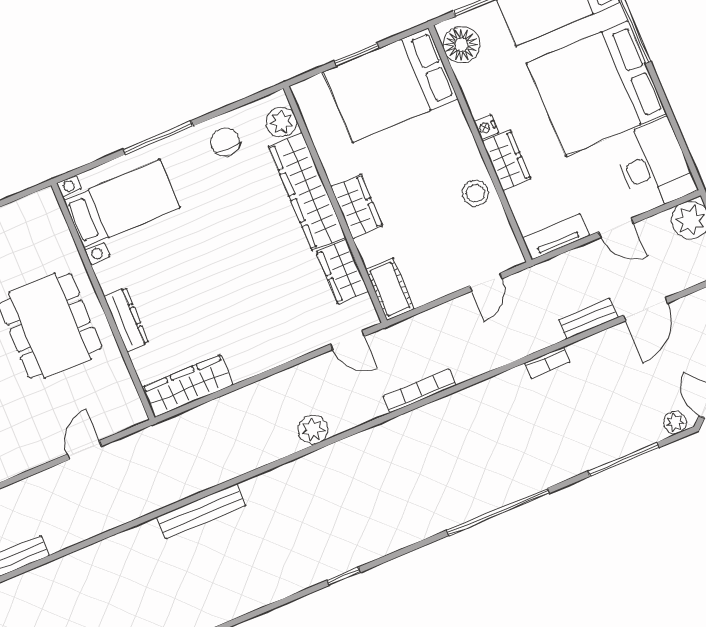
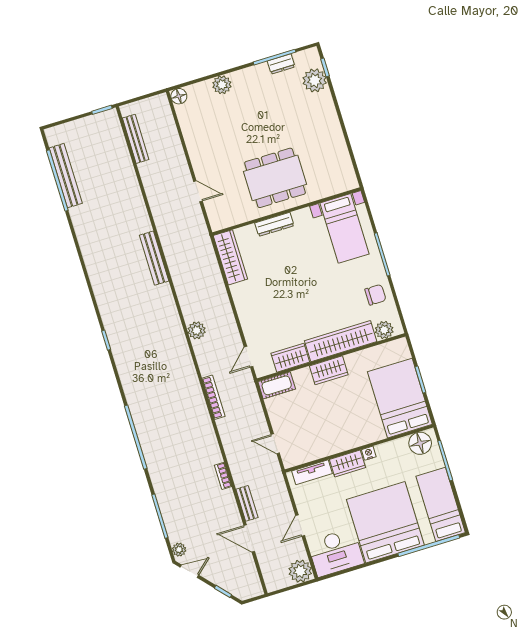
stool: (475, 193) -> (329, 443), removed
tv unit: (556, 237) -> (312, 472), moved, turned 90

